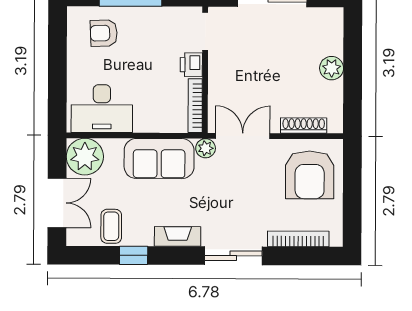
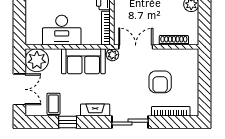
desk: (102, 109) -> (62, 30), moved
armchair: (310, 175) -> (160, 82), moved, width x0.73, depth x0.73

